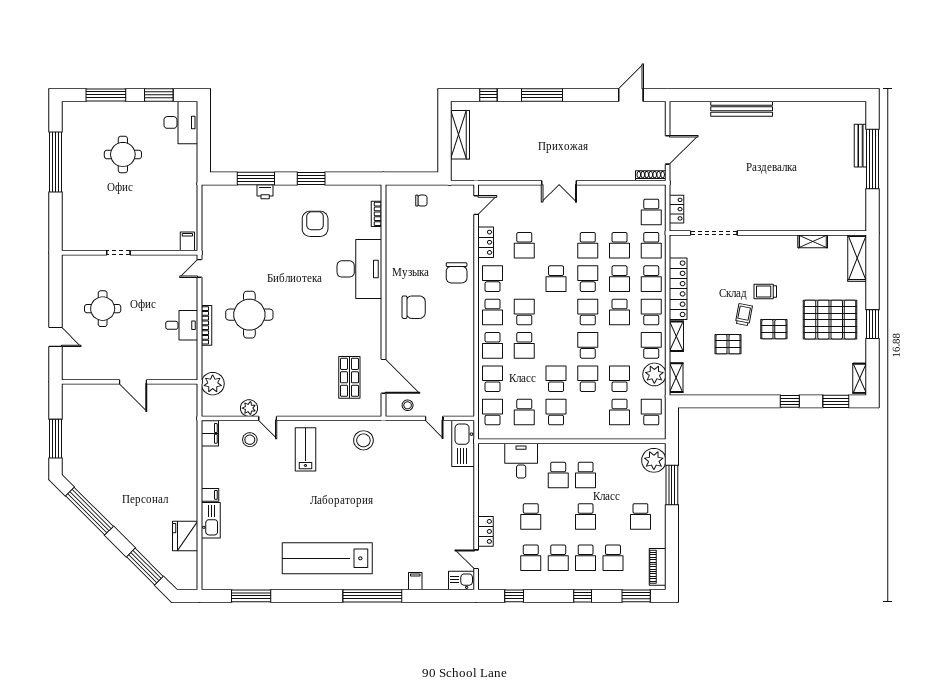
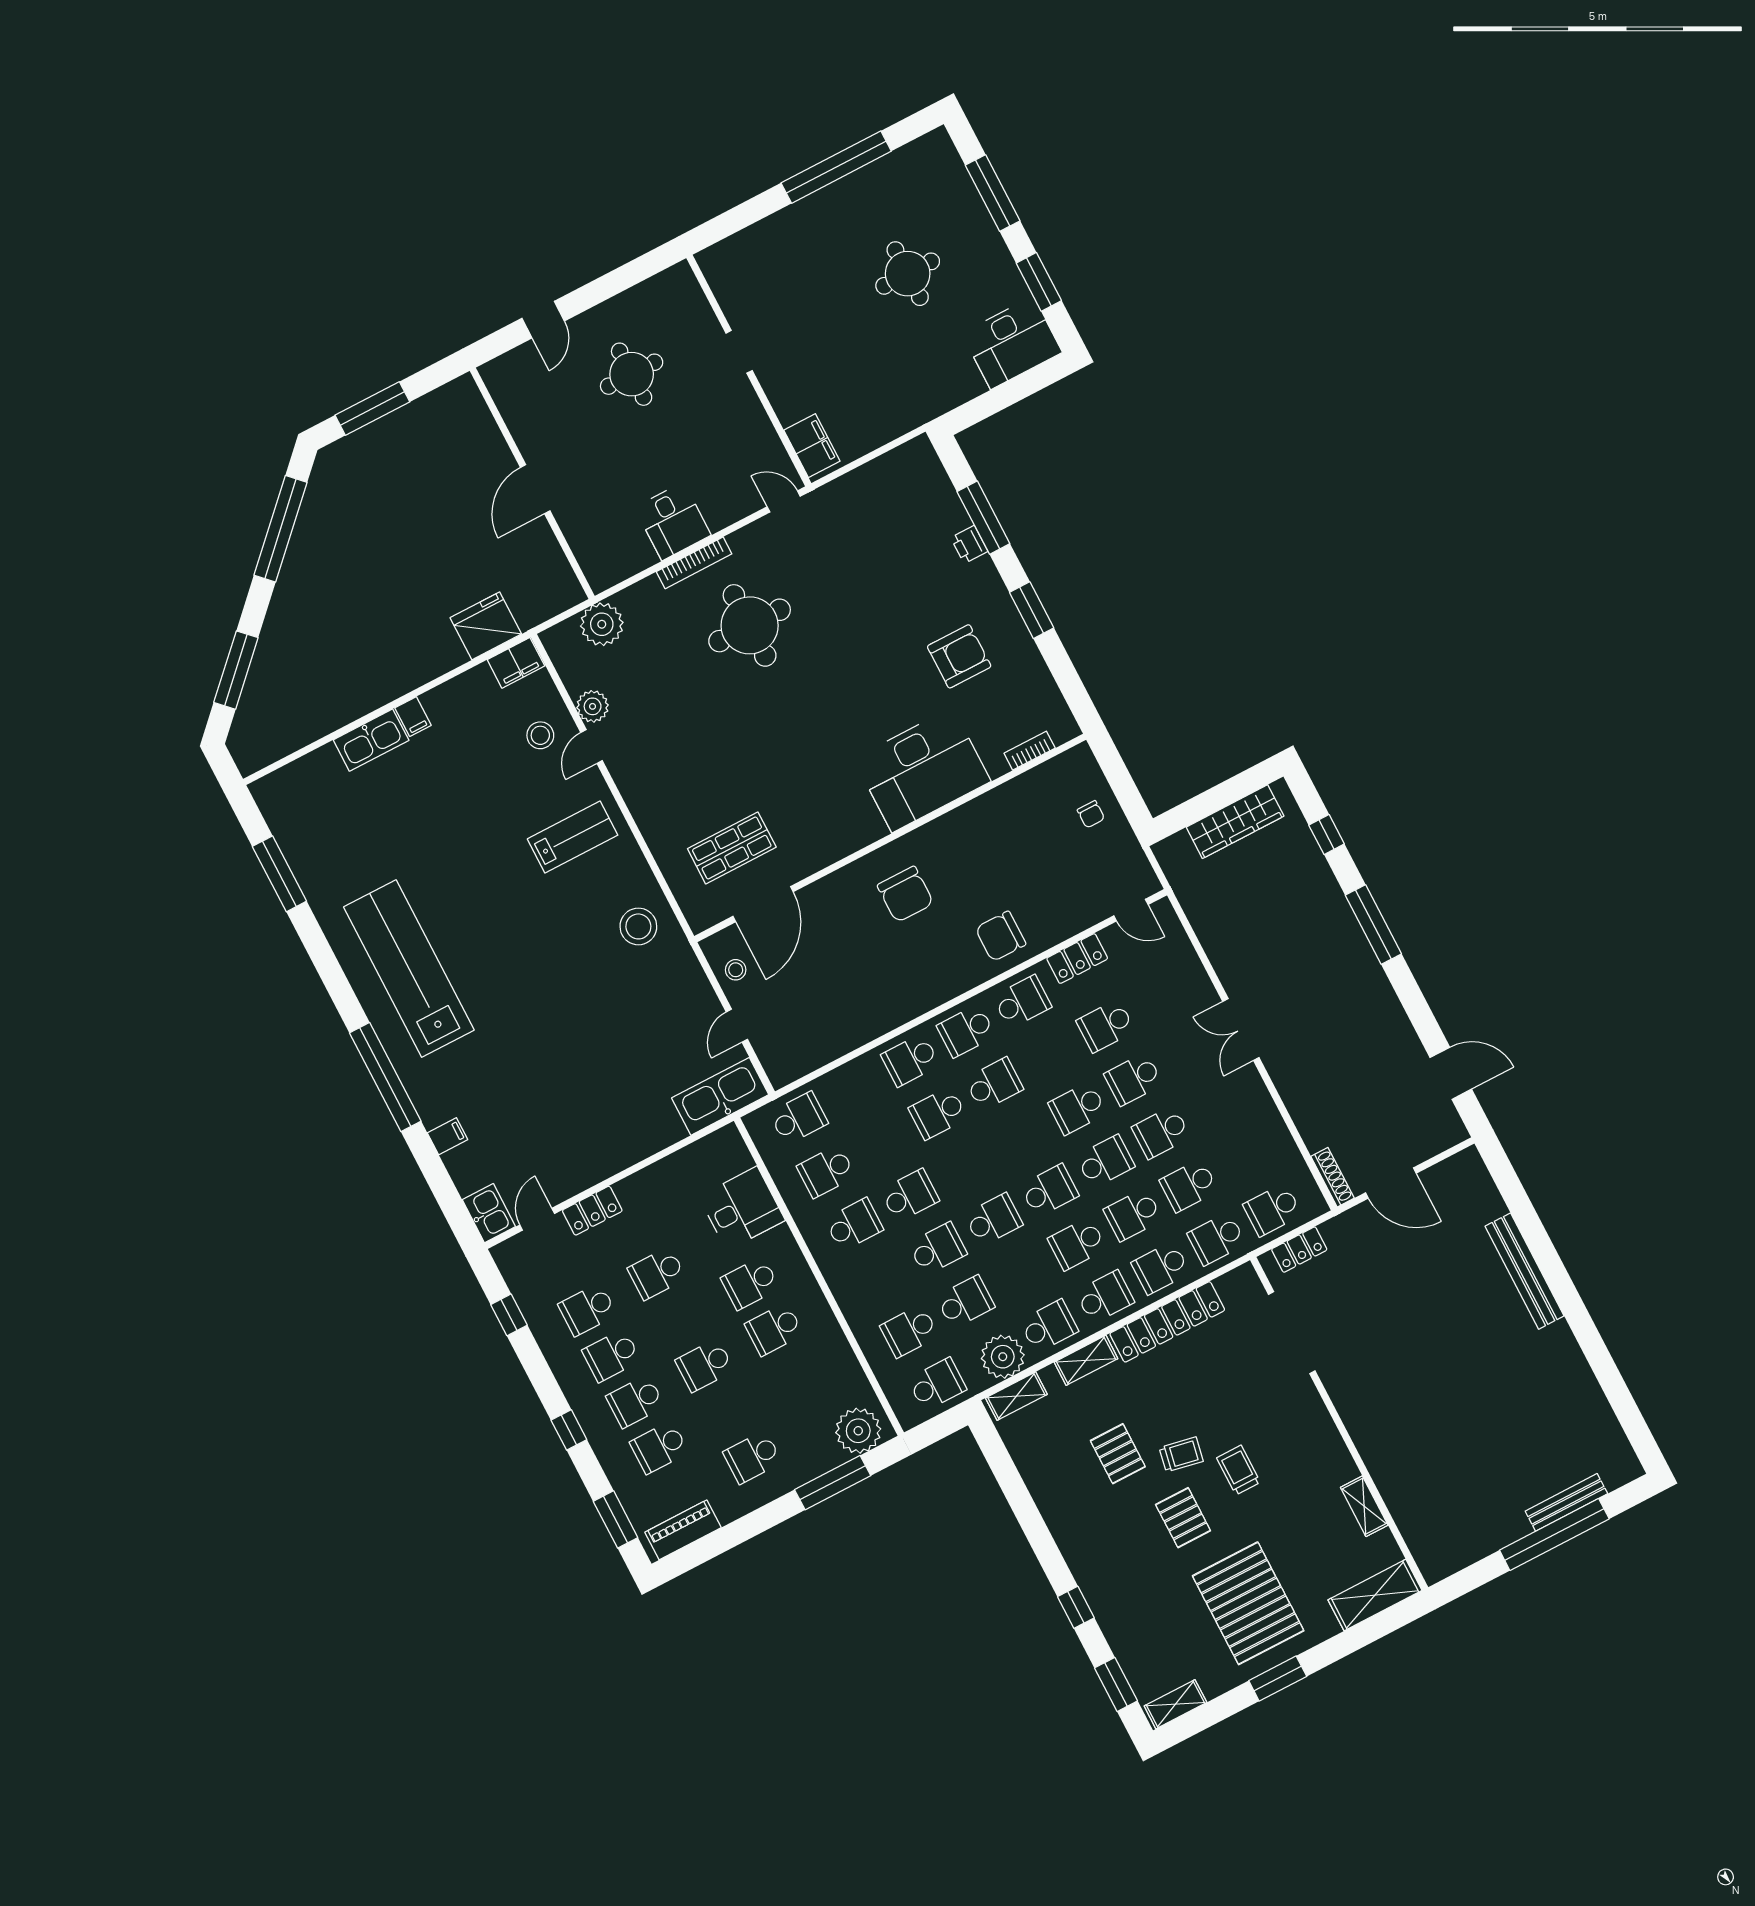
filing cabinet: (187, 241) -> (812, 446), width x2.00
school desk: (493, 379) -> (1133, 1079), moved, turned 180
fridge: (185, 536) -> (486, 626), moved

